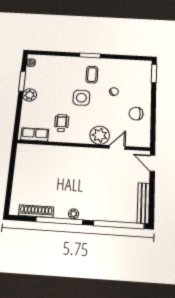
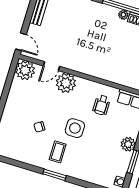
chair: (136, 114) -> (23, 97), removed
plant: (141, 138) -> (25, 70), added
plant: (74, 214) -> (123, 15), moved

